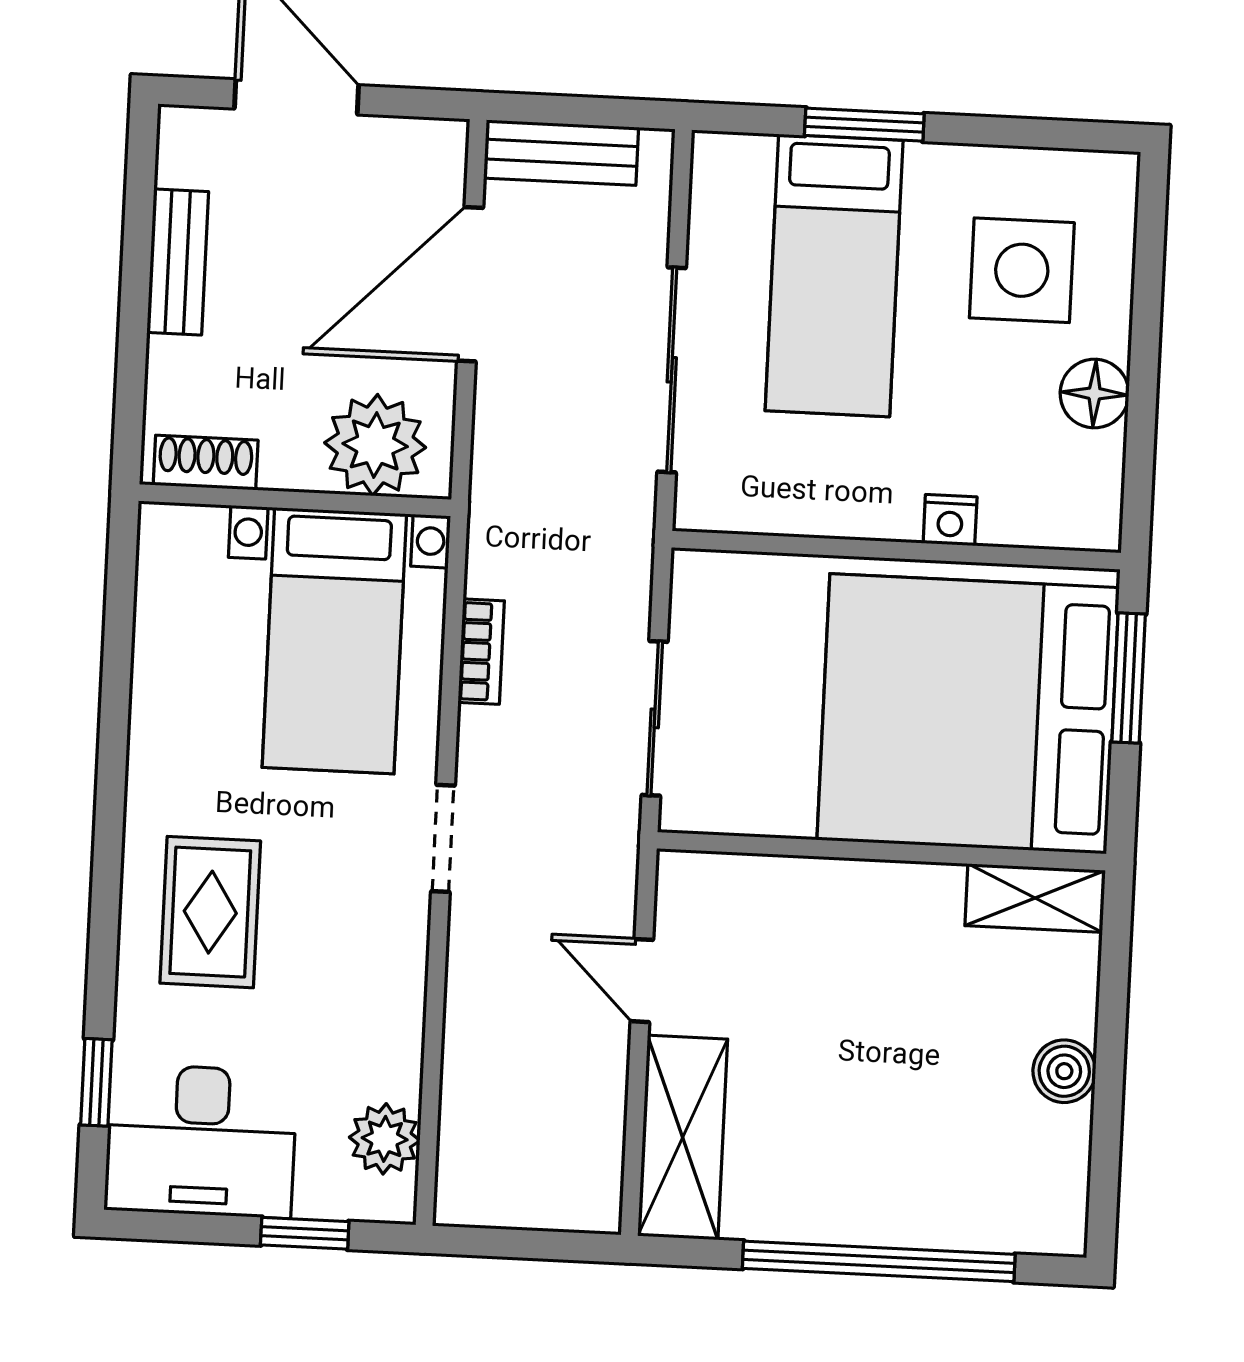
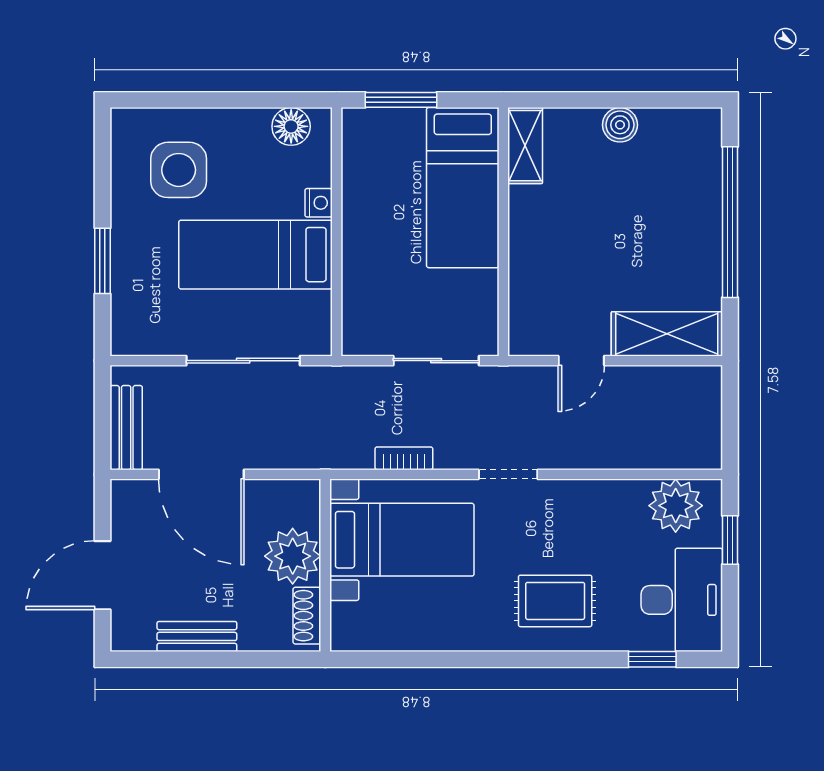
bed: (834, 276) -> (256, 255), moved, turned 180
floor lamp: (1094, 394) -> (291, 126), moved
plant: (375, 445) -> (293, 556), moved
bed: (968, 714) -> (463, 188), width x0.49
plant: (385, 1139) -> (676, 506), width x1.36, depth x1.36

